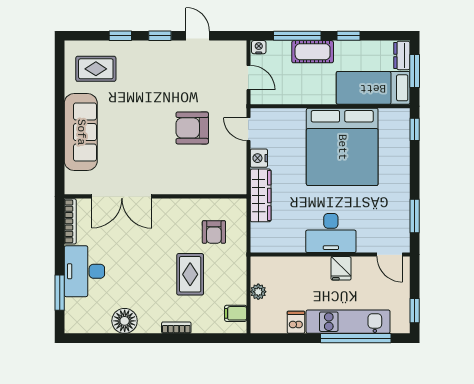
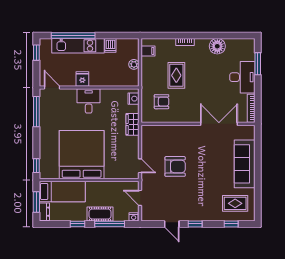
window: (120, 36) -> (231, 224), moved
nightstand: (259, 158) -> (134, 99), moved
wardrobe: (261, 195) -> (132, 124), width x0.67
window: (415, 216) -> (36, 112), width x1.44
armchair: (214, 232) -> (162, 102), turned 90
desk: (331, 233) -> (89, 101), width x0.73

